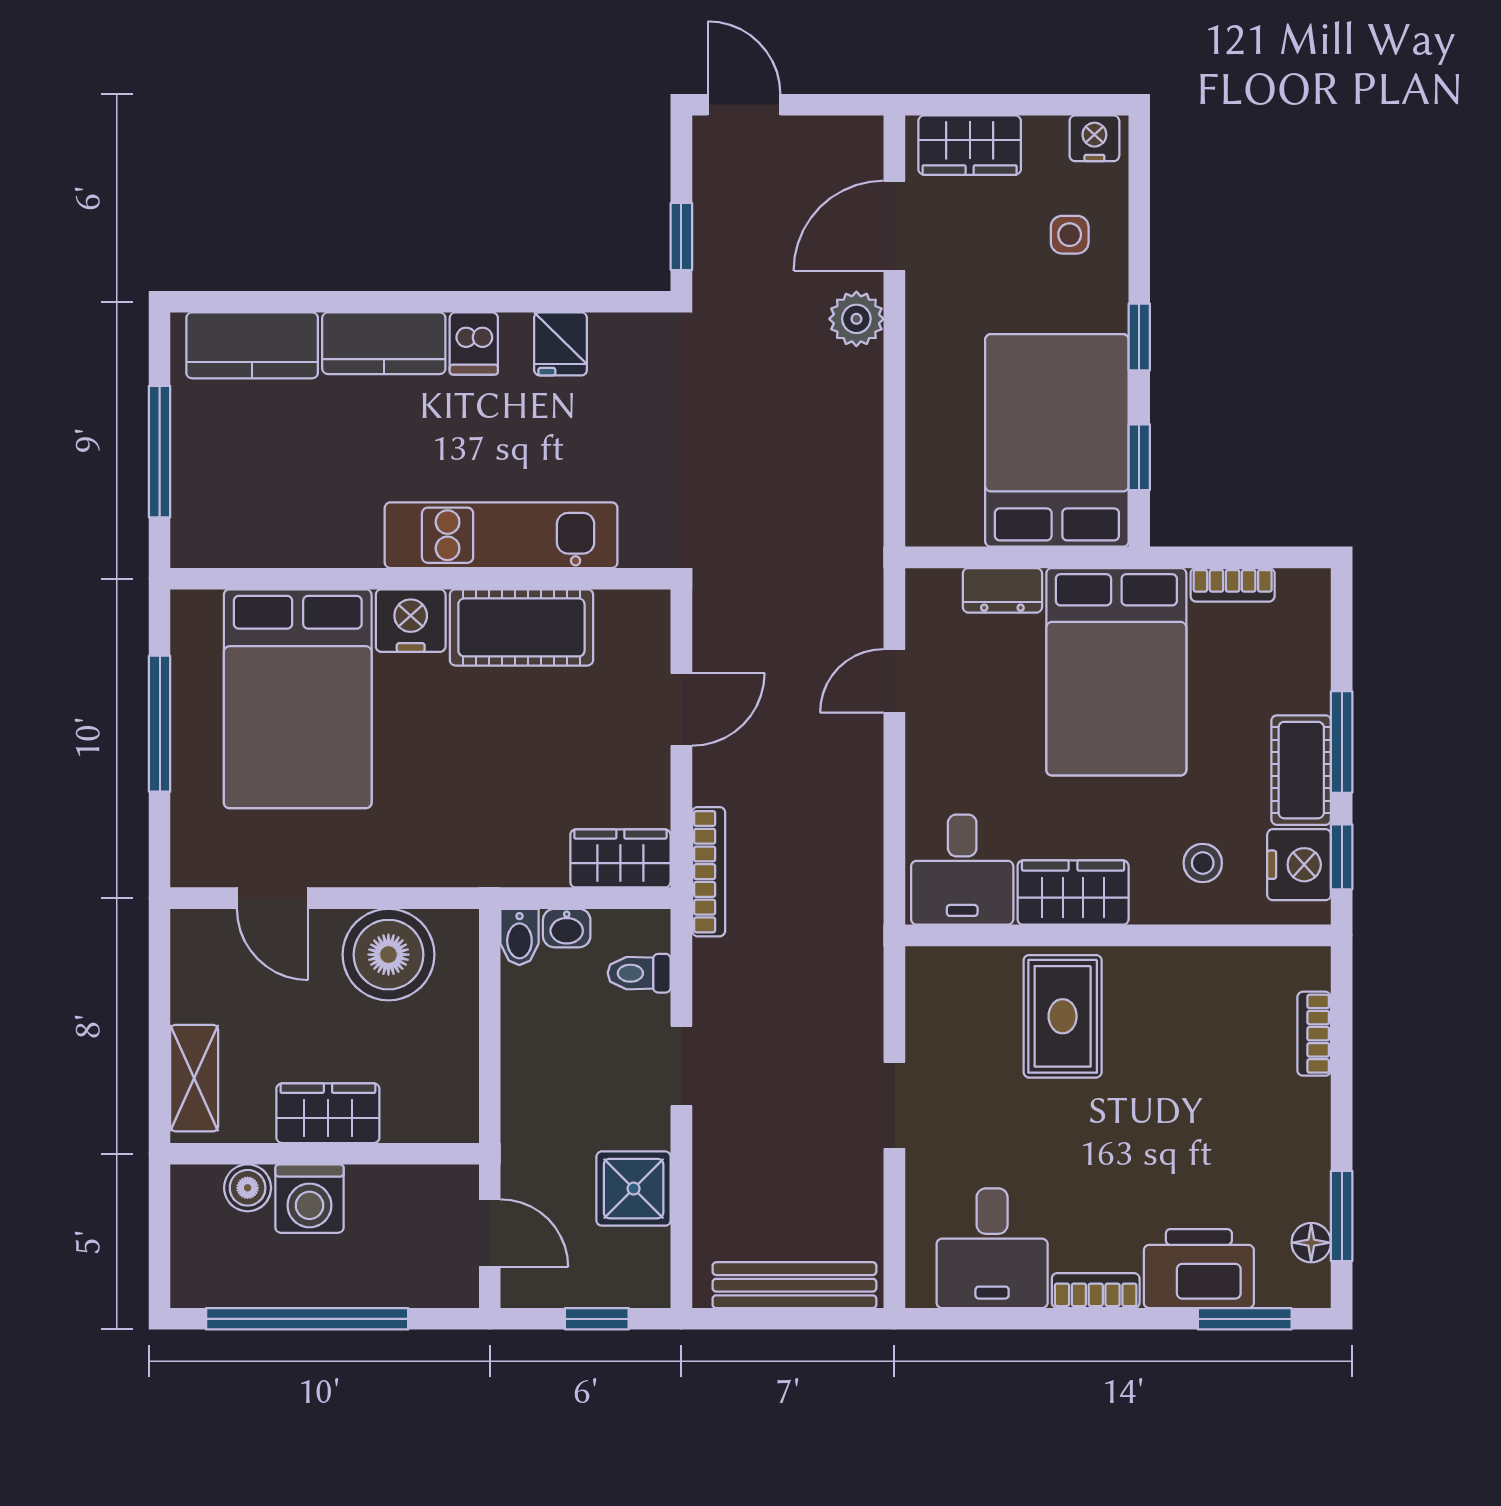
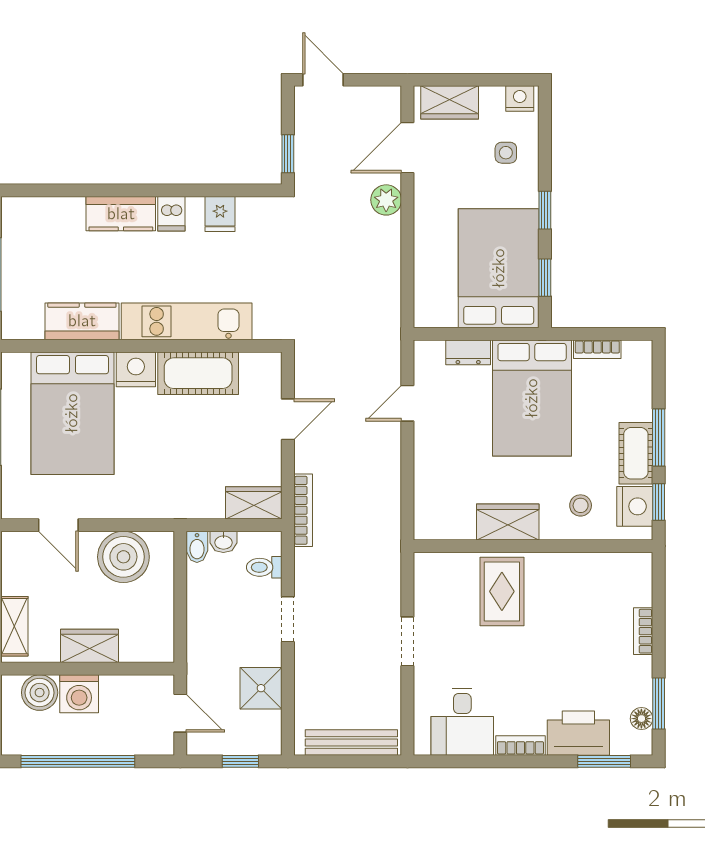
kitchen counter: (252, 345) -> (82, 321), moved, turned 180
desk: (962, 870) -> (446, 509), removed
bookcase: (1314, 1034) -> (643, 631), moved
boiler: (248, 1188) -> (40, 693), width x1.36, depth x1.36

